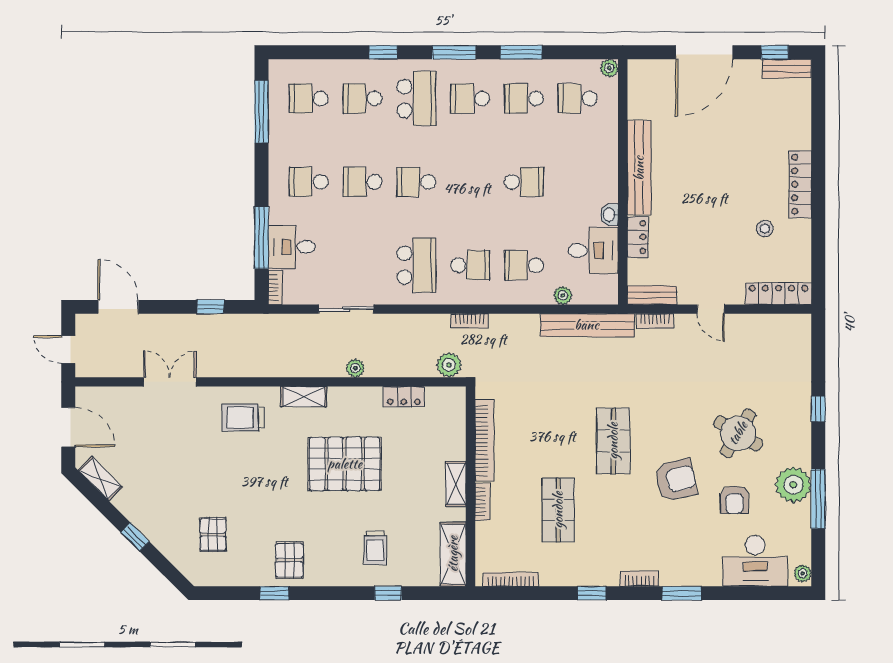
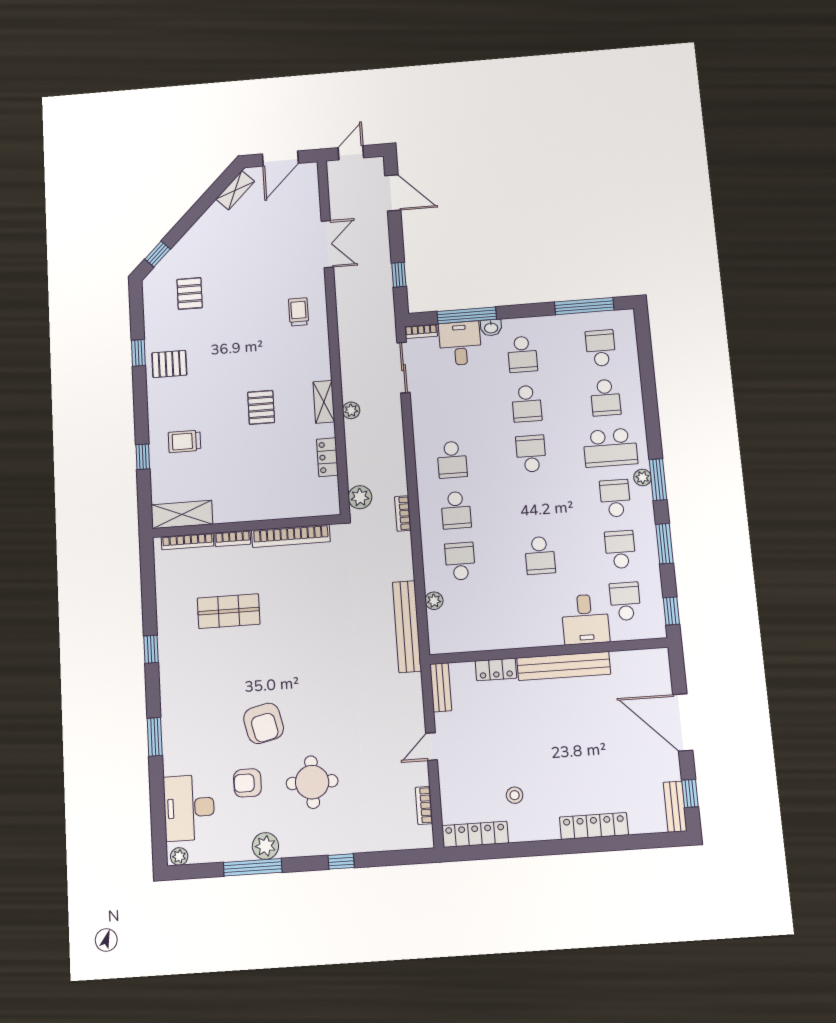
window: (383, 52) -> (671, 611), moved
plant: (609, 68) -> (642, 477), moved
school desk: (363, 99) -> (605, 398), turned 180
school desk: (309, 182) -> (522, 354), turned 180
school desk: (363, 182) -> (527, 404), turned 180
locker: (800, 184) -> (594, 826), moved
washbasin: (609, 215) -> (491, 328), moved, turned 180
desk: (593, 251) -> (585, 619), moved
school desk: (416, 265) -> (452, 460), width x0.54
locker: (778, 294) -> (475, 834), moved, turned -90
door: (118, 307) -> (393, 193), hinge flipped
sliding door: (346, 309) -> (404, 368), moved
bookcase: (655, 321) -> (424, 805), moved
shelving: (304, 397) -> (324, 402), moved
trolley: (243, 418) -> (299, 312), width x0.73, depth x0.72
round table: (738, 433) -> (312, 782), turned -31
shop shelf: (613, 441) -> (298, 660), removed
pallet: (345, 464) -> (261, 407), width x0.49, depth x0.50
shelving: (456, 484) -> (248, 512), removed
plant: (793, 485) -> (265, 846), width x0.73, depth x0.73
pallet: (213, 535) -> (190, 293), turned 90
window: (135, 537) -> (158, 254), moved
bookcase: (511, 579) -> (187, 541), moved, turned 90
bookcase: (639, 579) -> (167, 694), removed

